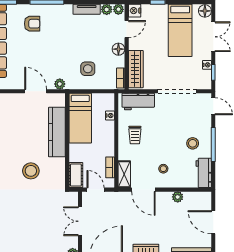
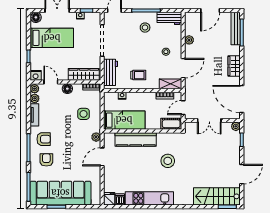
armchair: (57, 20) -> (44, 139), added

